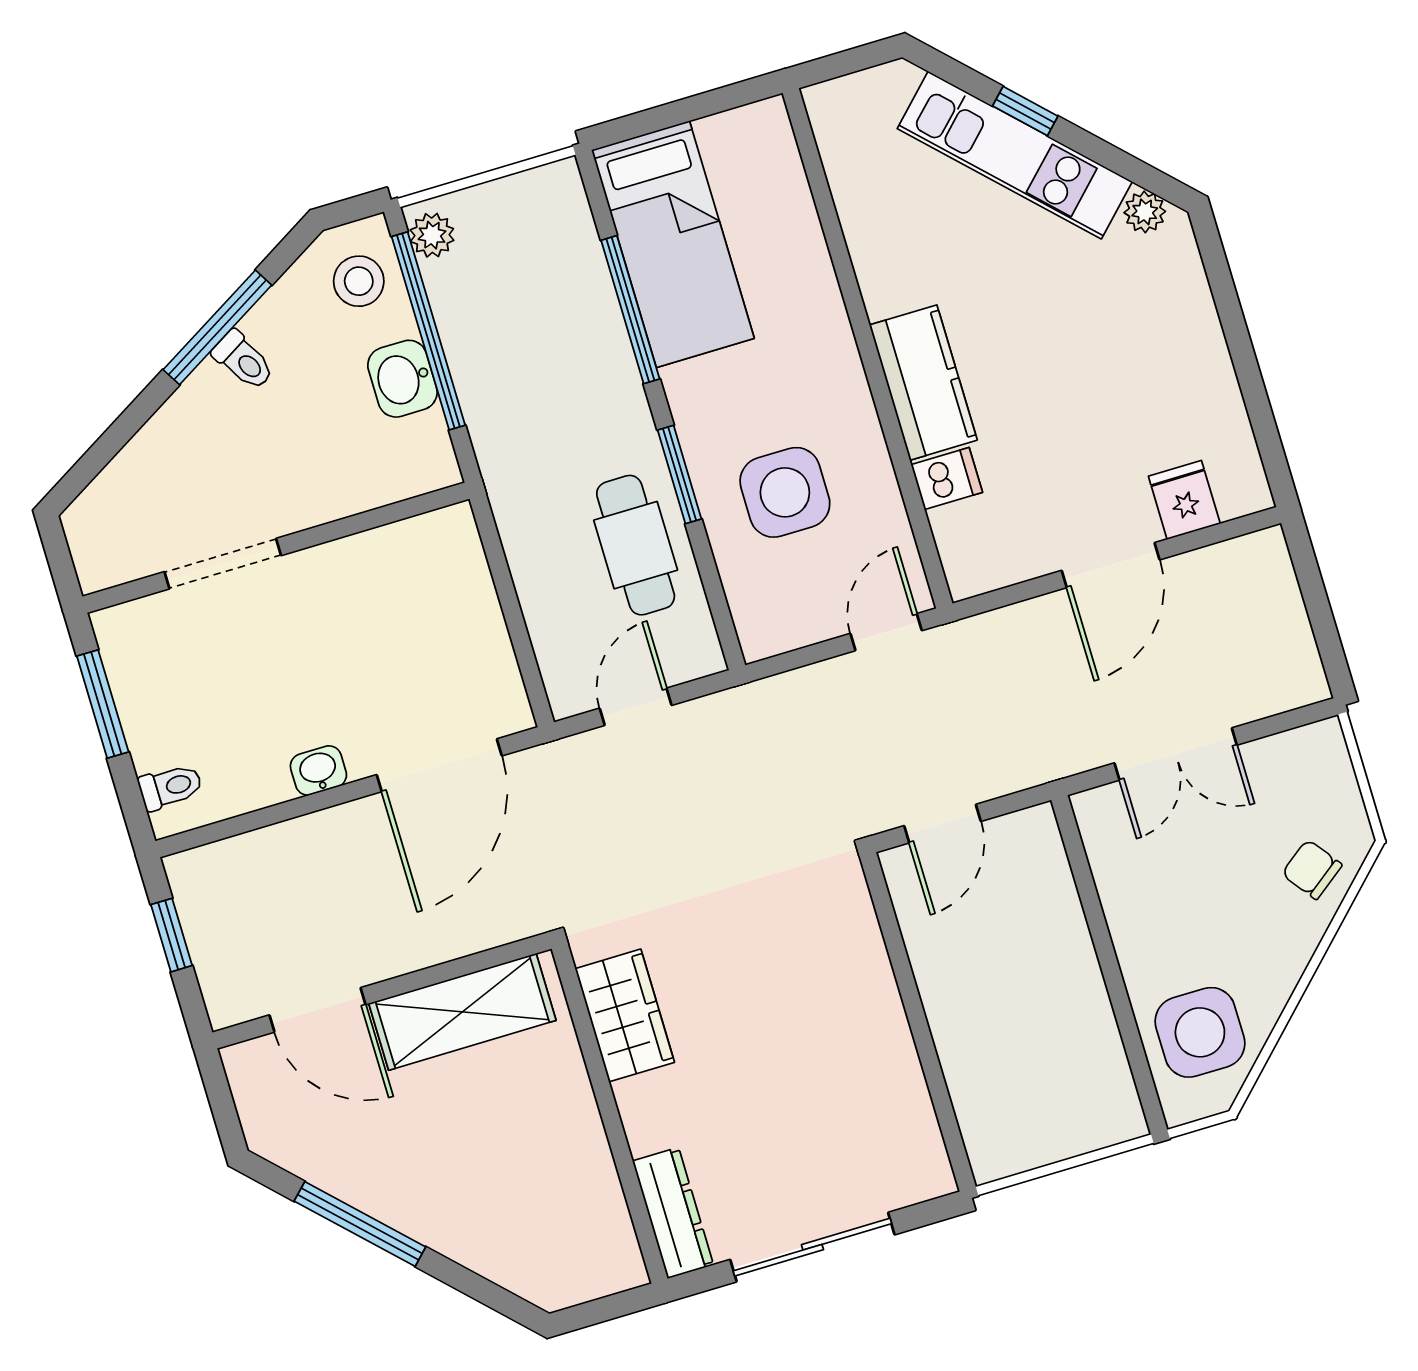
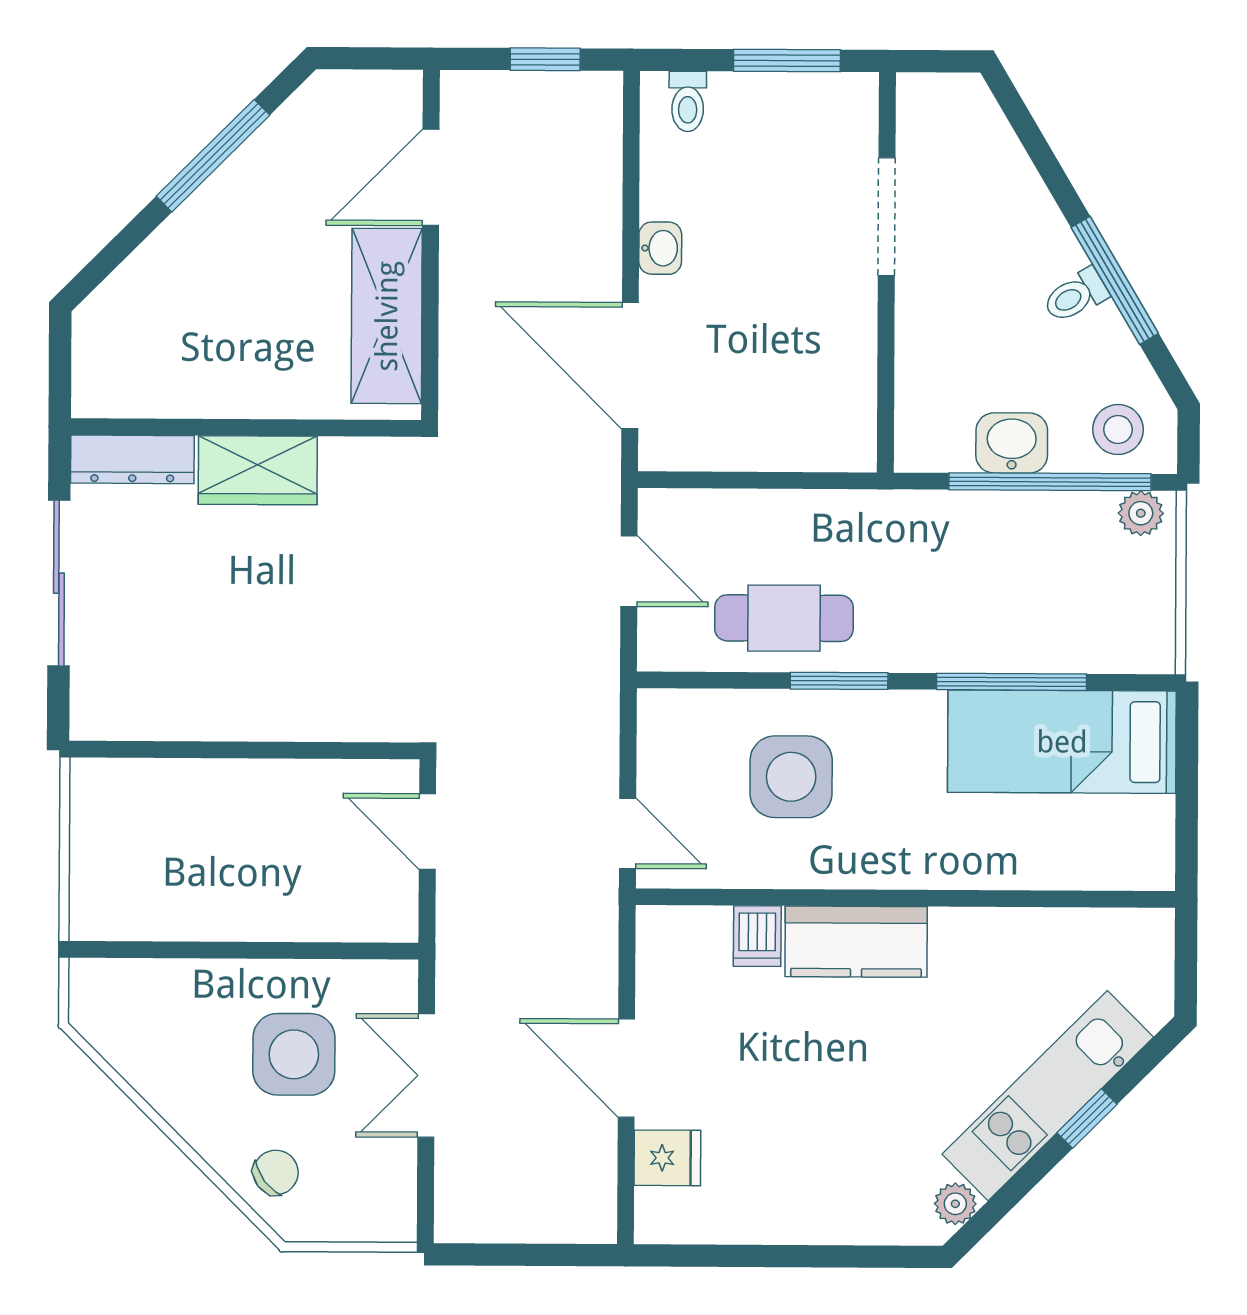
wardrobe: (625, 1015) -> (258, 470), moved
side table: (1200, 1032) -> (294, 1054), moved

